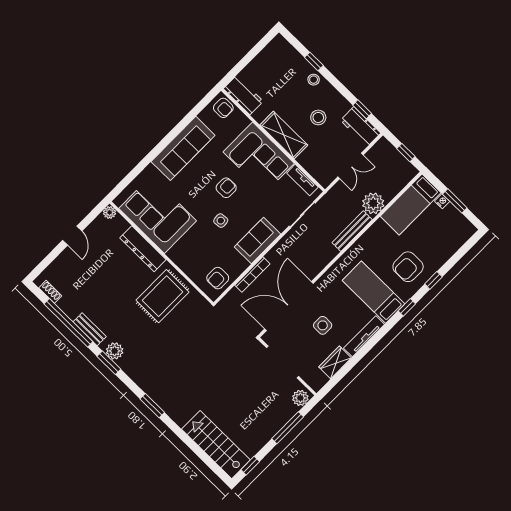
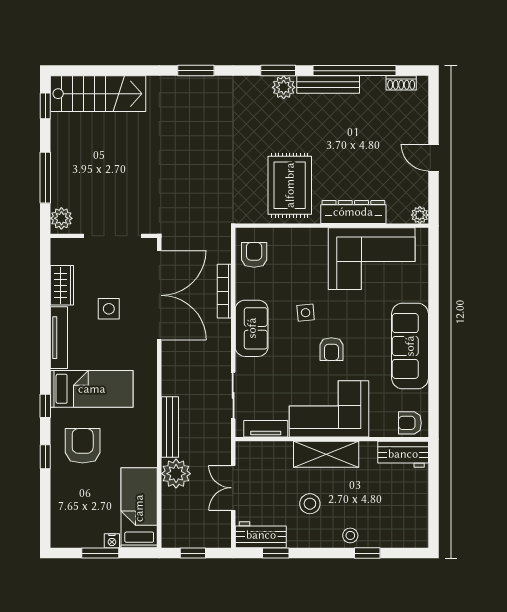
bench: (90, 329) -> (328, 85), width x1.36

